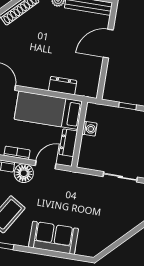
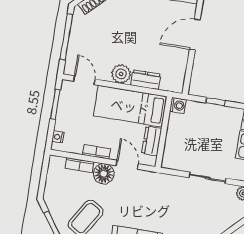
plant: (40, 80) -> (121, 74), added
washing machine: (89, 129) -> (178, 105), moved
door: (46, 165) -> (127, 165), hinge flipped

